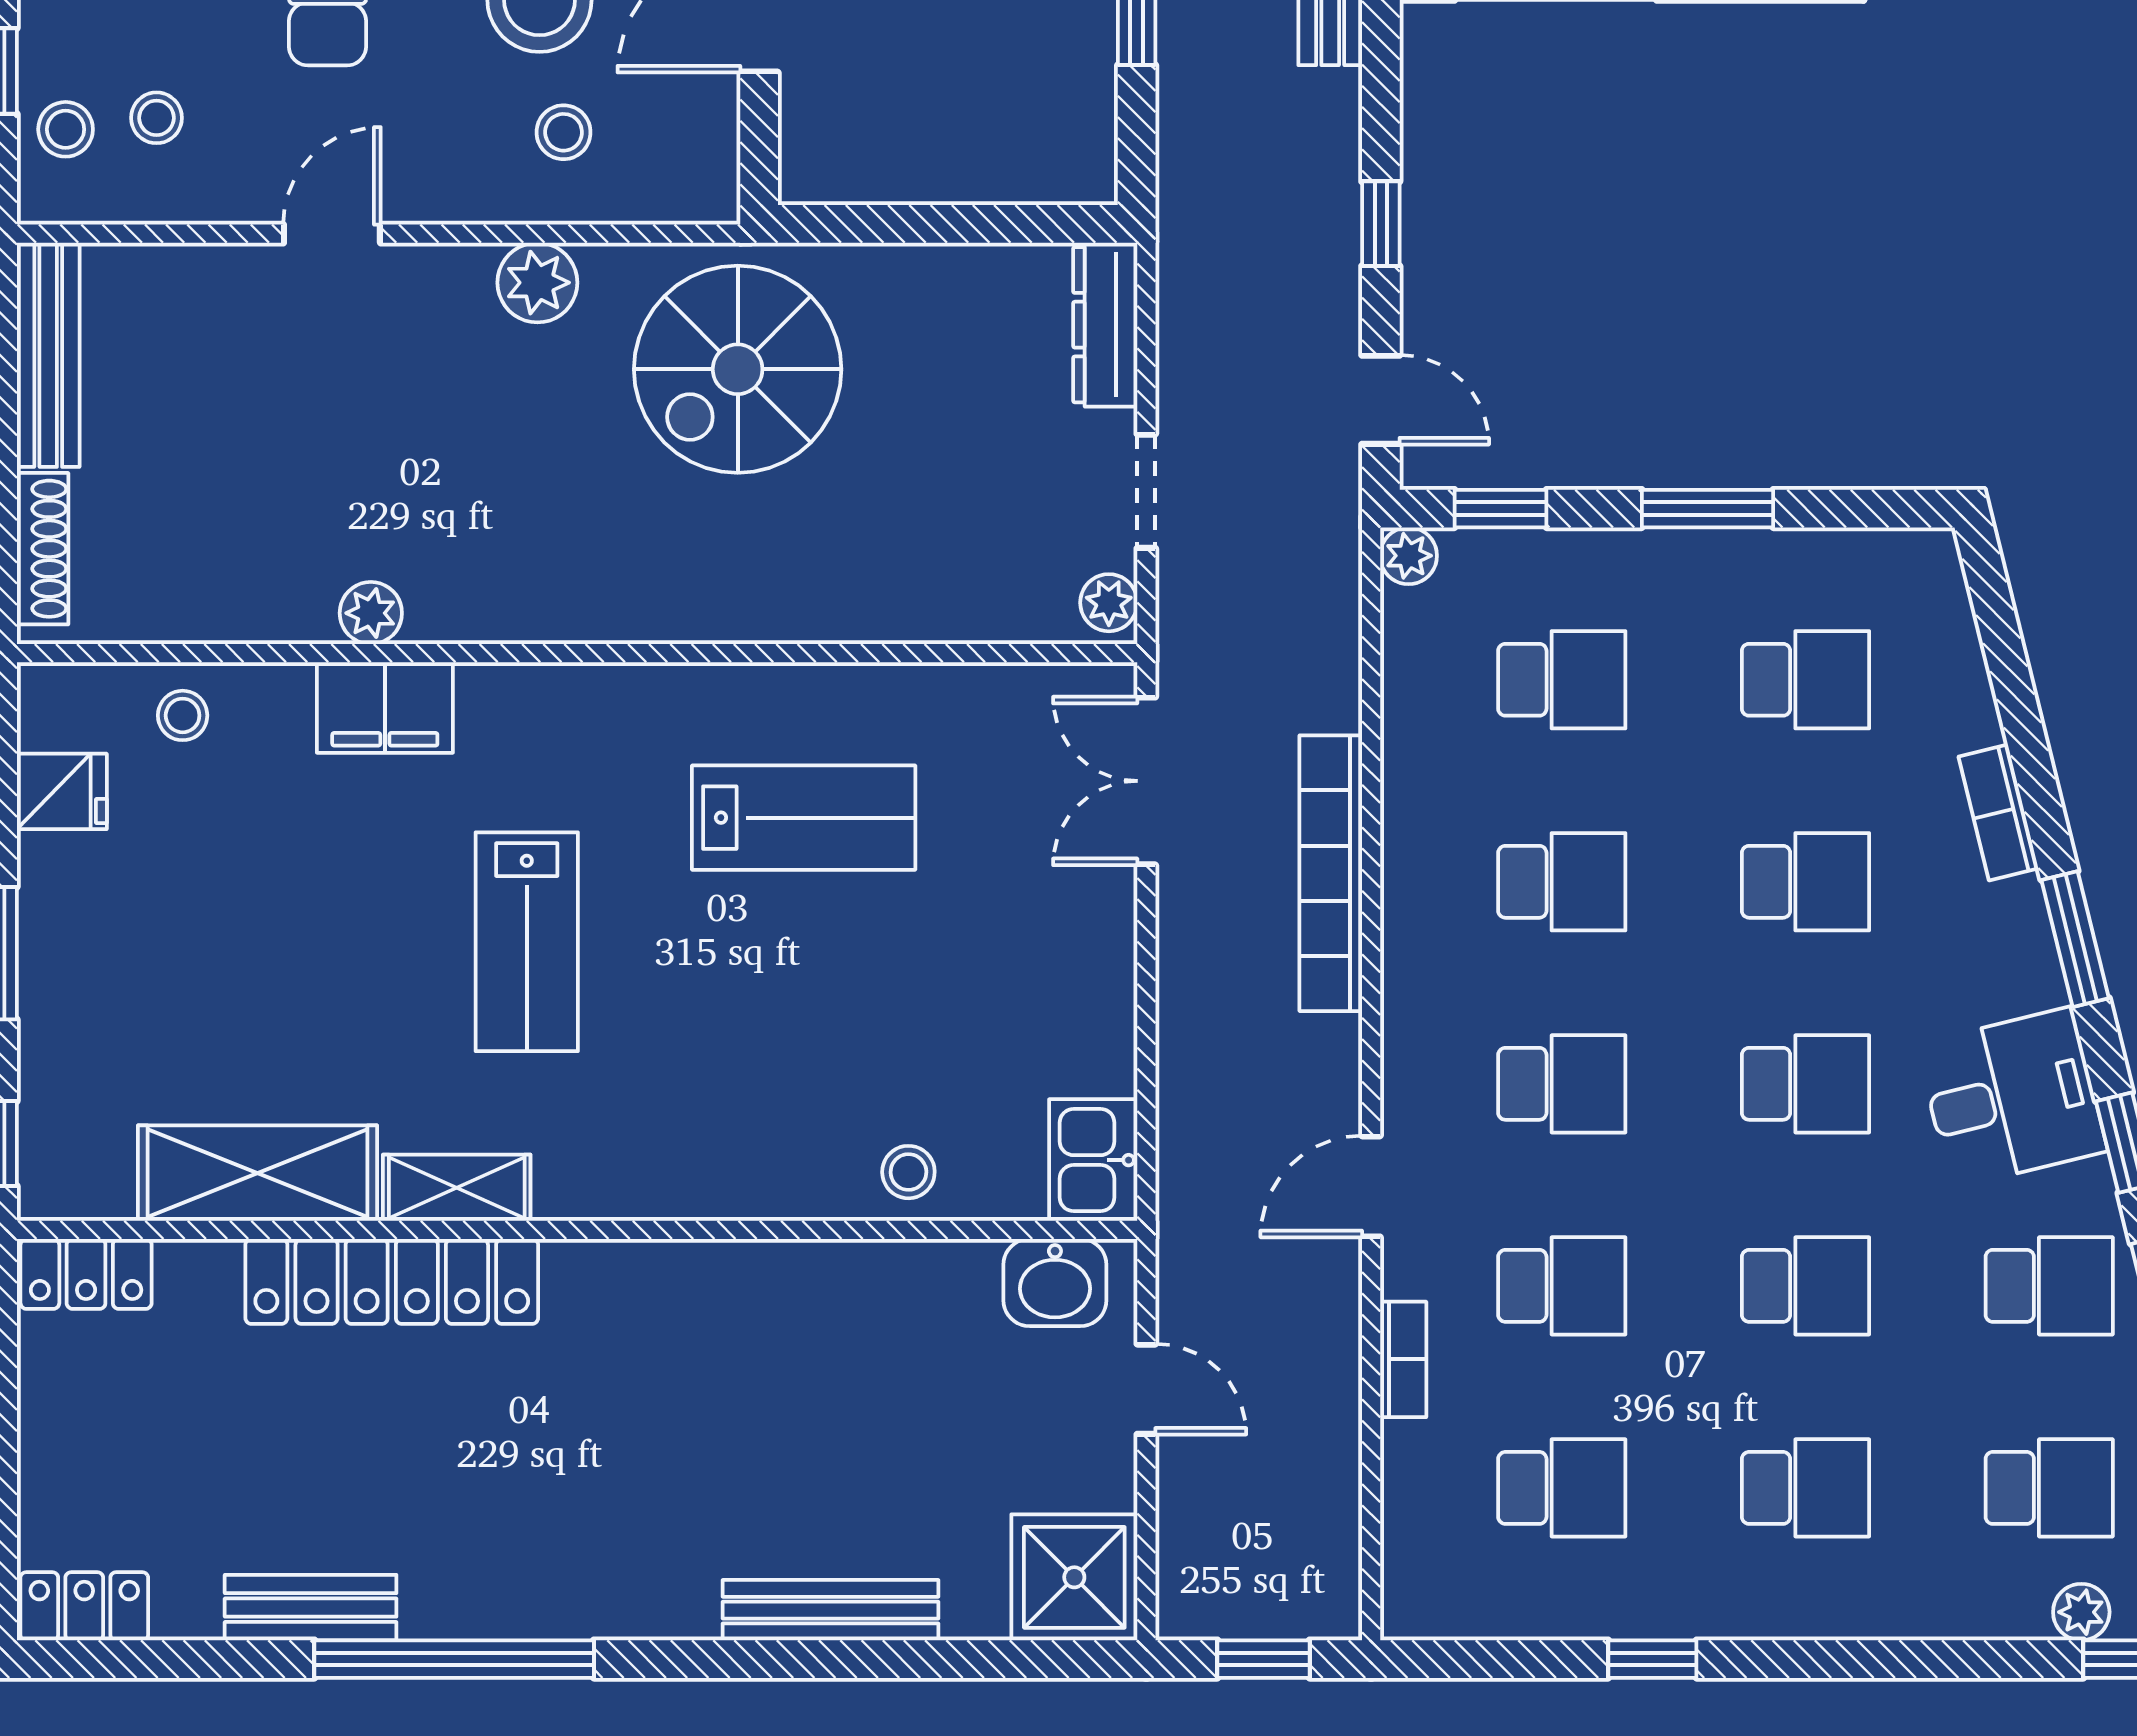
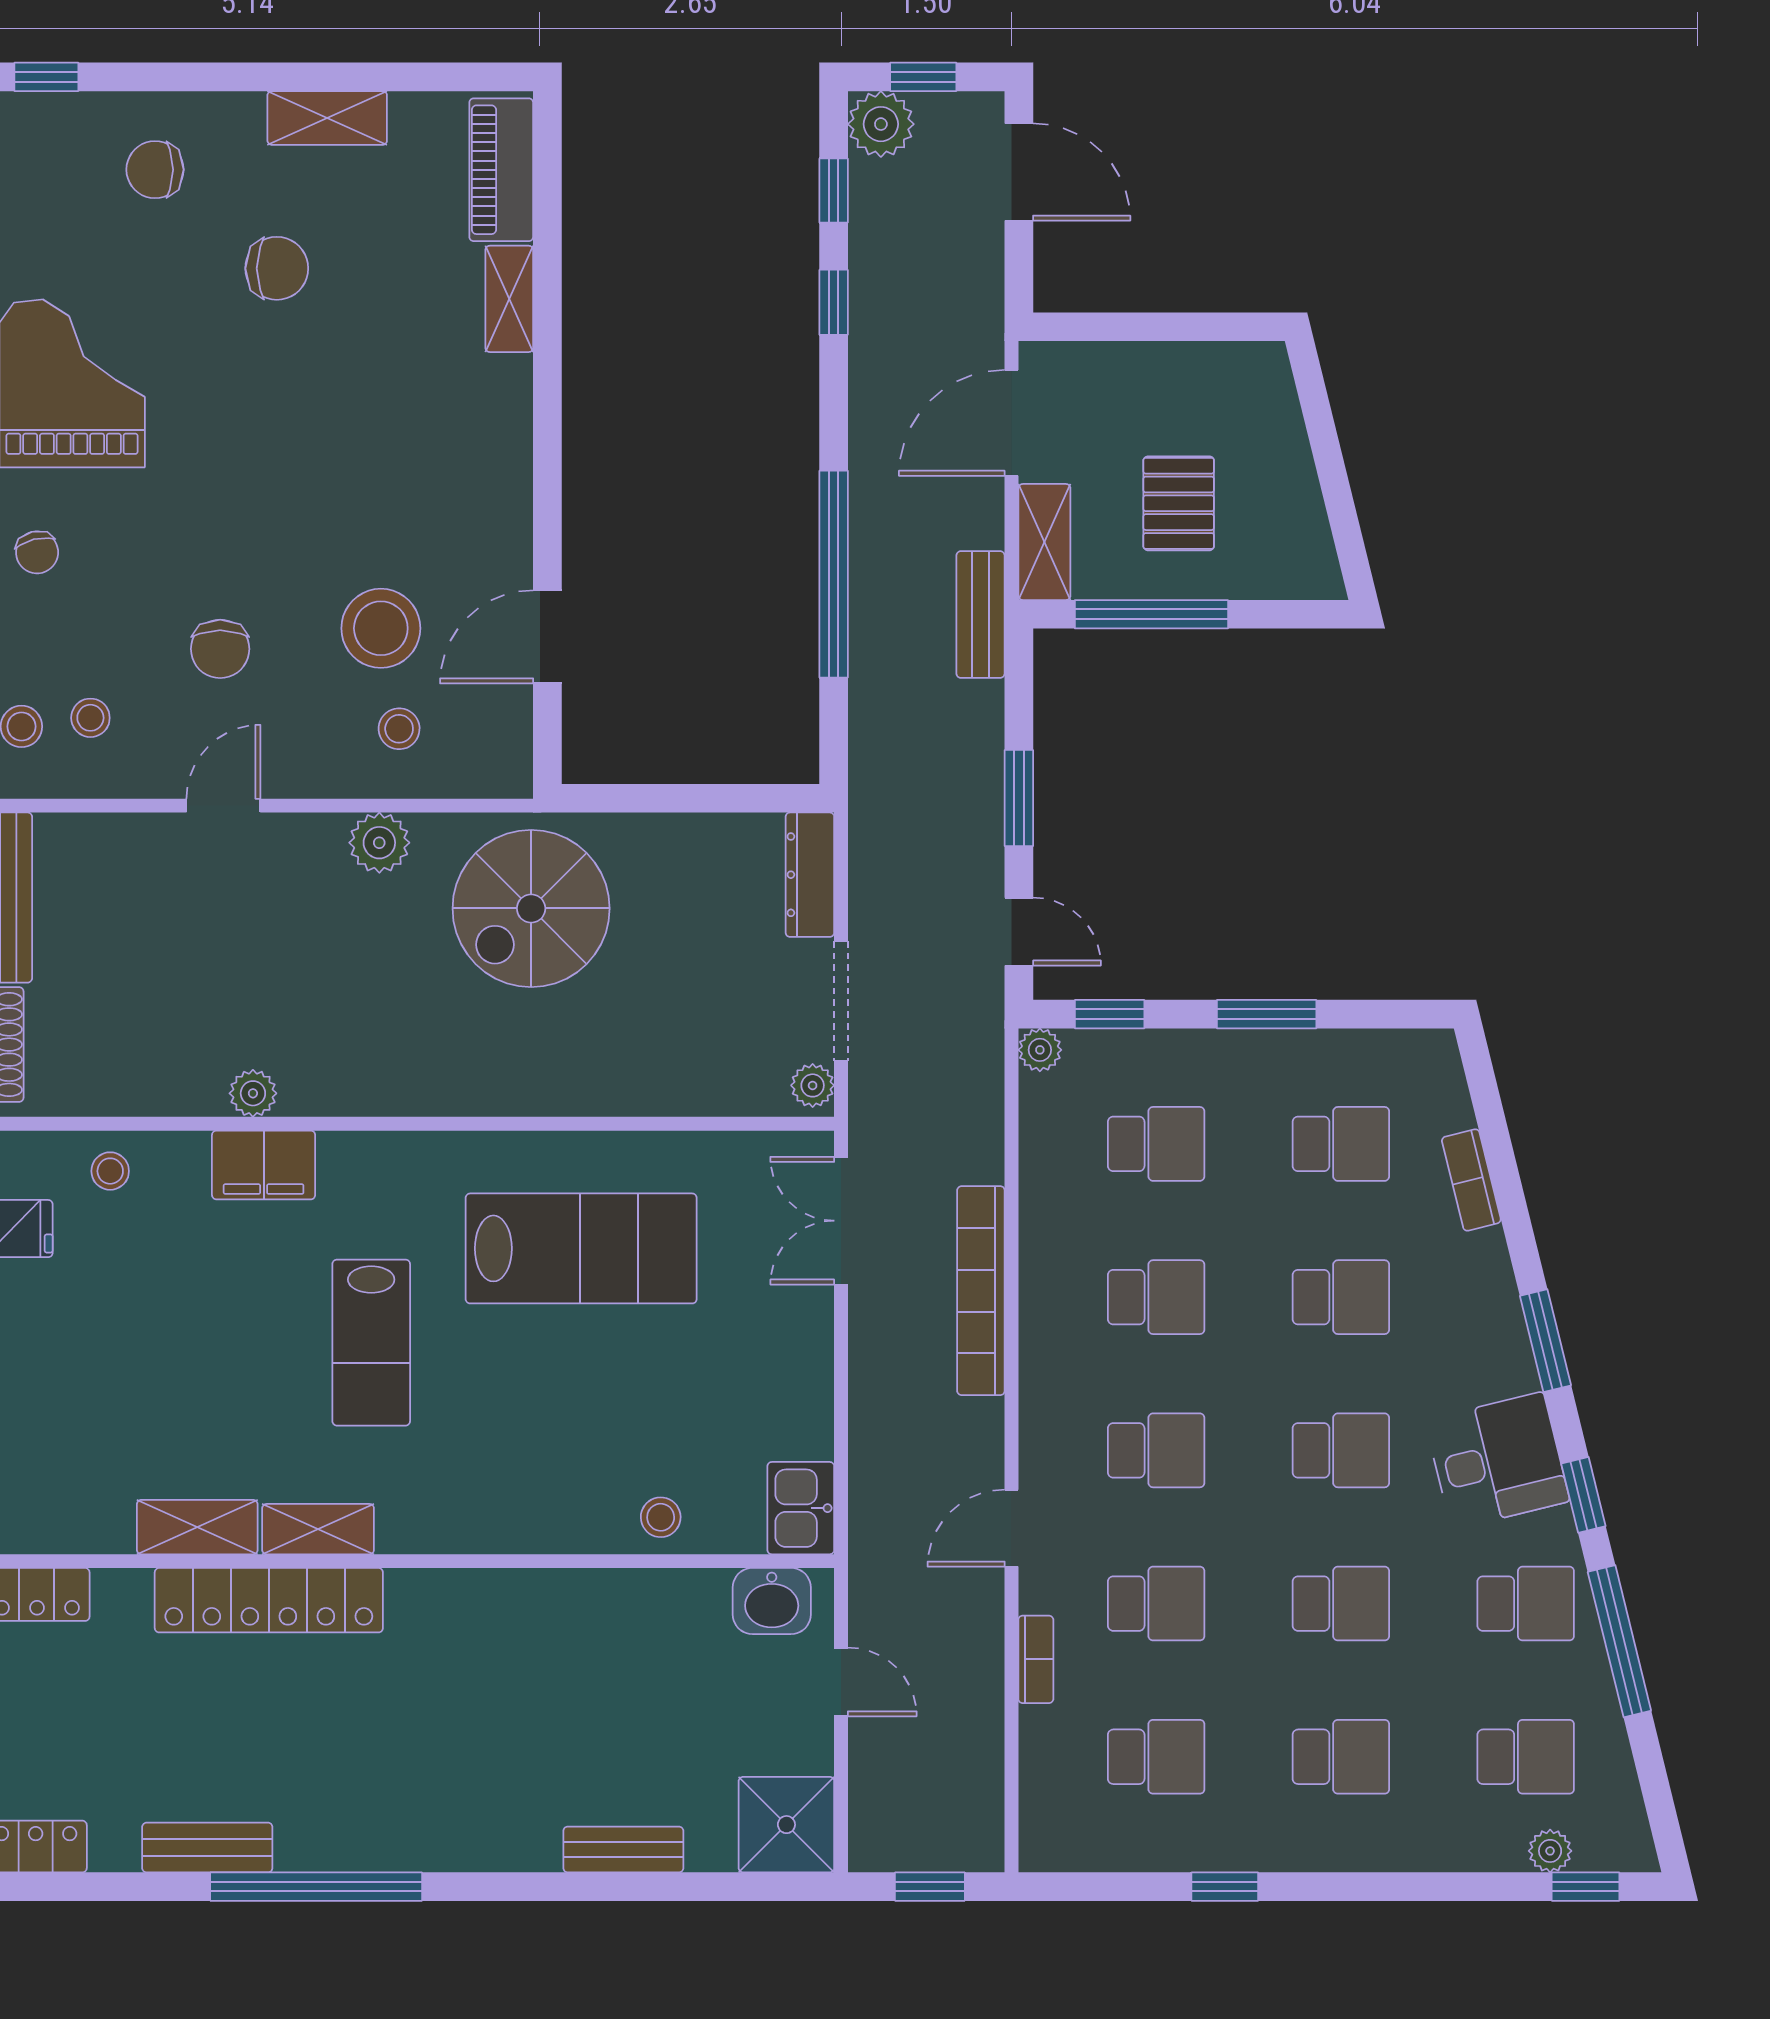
window: (1381, 224) -> (1019, 798), width x1.50
doorway: (1146, 491) -> (841, 1001), width x1.38
bookcase: (1998, 812) -> (1471, 1180), moved
lab bench: (804, 818) -> (581, 1248), width x1.36, depth x1.39
shelving: (257, 1173) -> (197, 1527), width x0.67, depth x0.75
bench: (830, 1610) -> (623, 1849), width x0.73

